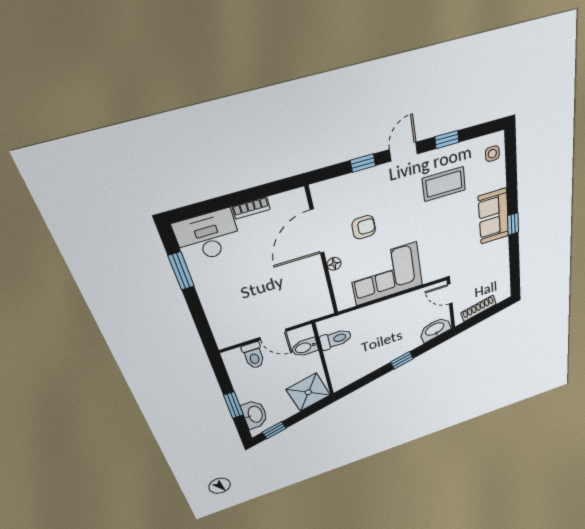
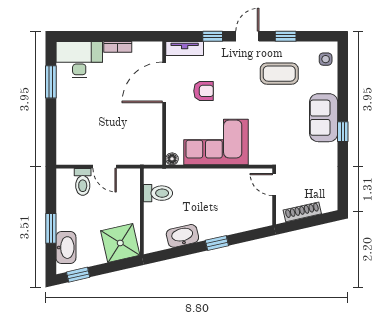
tv unit: (333, 187) -> (185, 48), added
floor lamp: (334, 264) -> (172, 159), moved
washbasin: (435, 329) -> (182, 236), moved
bidet: (305, 347) -> (129, 191), removed

